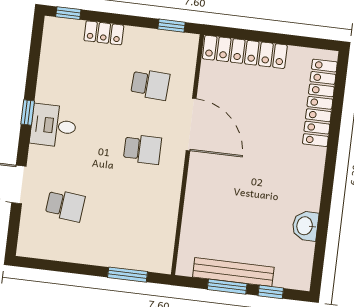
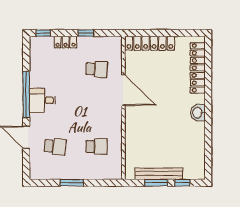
window: (171, 26) -> (86, 33), moved
window: (28, 112) -> (26, 94), width x3.17
school desk: (142, 149) -> (97, 147), moved
washbasin: (305, 226) -> (198, 113), moved
window: (128, 275) -> (72, 183), moved

